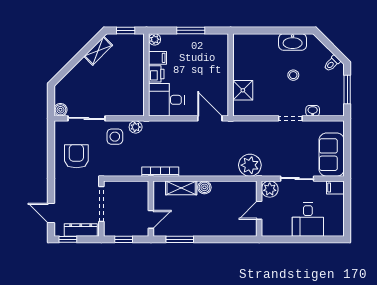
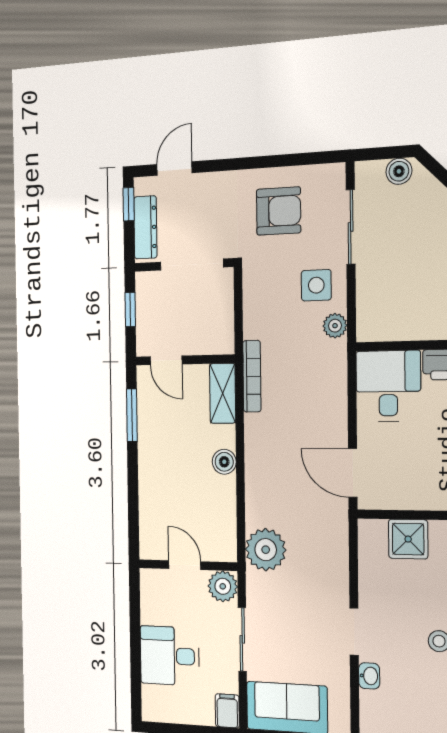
boiler: (60, 110) -> (399, 171), moved
door: (210, 118) -> (353, 473), swing flipped
shelving: (181, 188) -> (223, 393), moved

